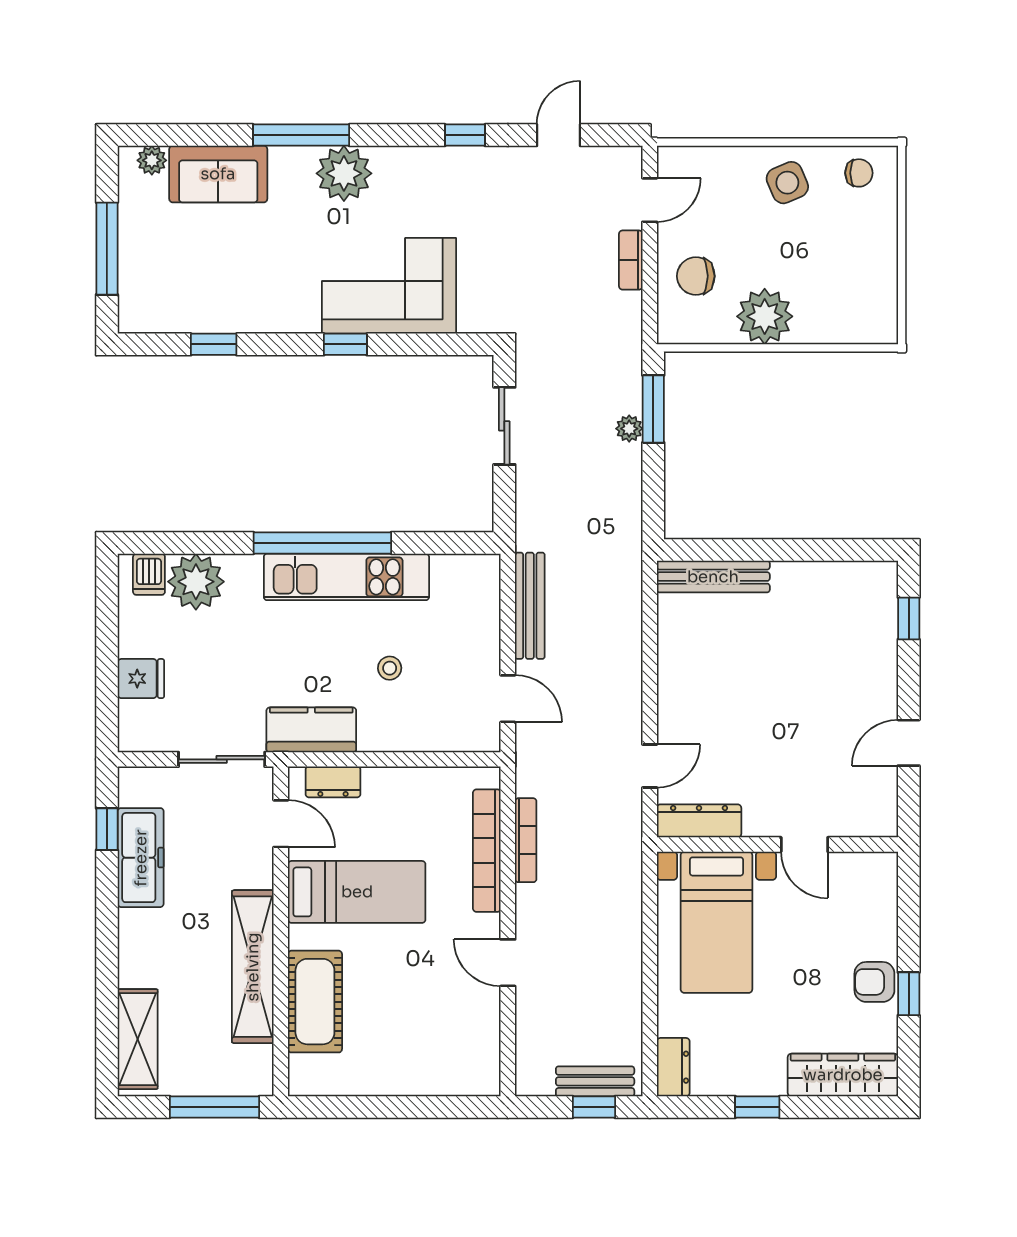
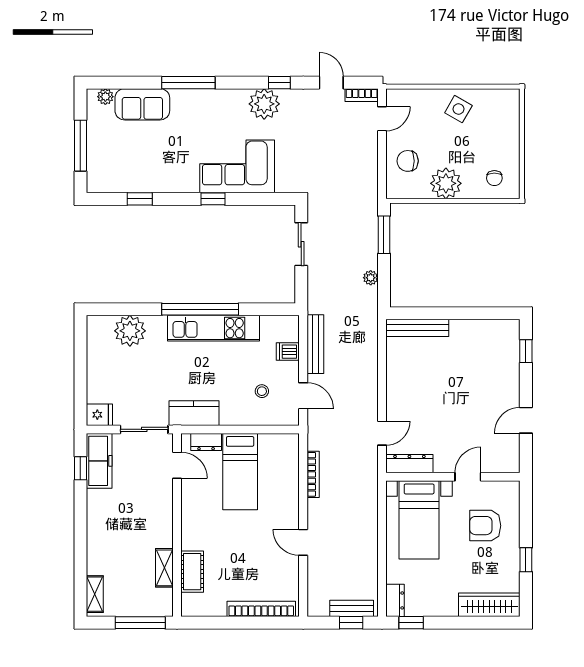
door: (558, 135) -> (331, 83), hinge flipped
plant: (344, 173) -> (264, 104), moved
chair: (859, 173) -> (494, 178), moved, turned 90
side table: (787, 183) -> (458, 109), turned -37
bookcase: (631, 260) -> (362, 95), moved, turned -90
plant: (629, 429) -> (371, 278), moved
dishwasher: (149, 574) -> (288, 352), moved, turned 90
stool: (390, 668) -> (262, 391), moved
fridge: (141, 679) -> (99, 415), moved
door: (804, 845) -> (468, 477), swing flipped
bookcase: (487, 851) -> (261, 609), moved, turned 90
freezer: (141, 858) -> (99, 461), moved
bed: (357, 892) -> (240, 472), moved, turned 90
shelving: (253, 967) -> (164, 568), width x0.45, depth x0.75
armchair: (874, 982) -> (485, 526), moved, width x1.38, depth x1.38
cot: (315, 1002) -> (192, 572), width x0.73, depth x0.75
shelving: (138, 1039) -> (95, 594), width x0.67, depth x0.75
window: (757, 1107) -> (411, 623), moved

